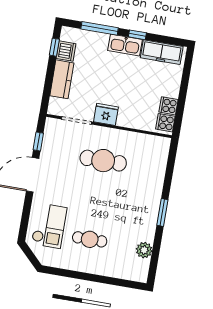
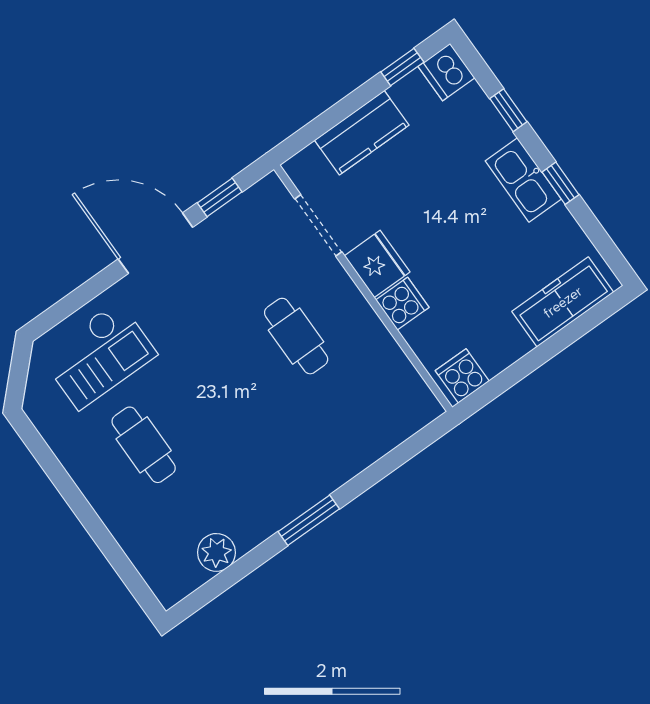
window: (100, 28) -> (508, 110), width x0.46
dishwasher: (66, 51) -> (446, 72), moved, turned 90
freezer: (162, 52) -> (563, 302), moved, turned 90
cooker: (168, 106) -> (402, 304), moved, turned 90
cafe table: (103, 161) -> (296, 336), width x0.73, depth x0.74

